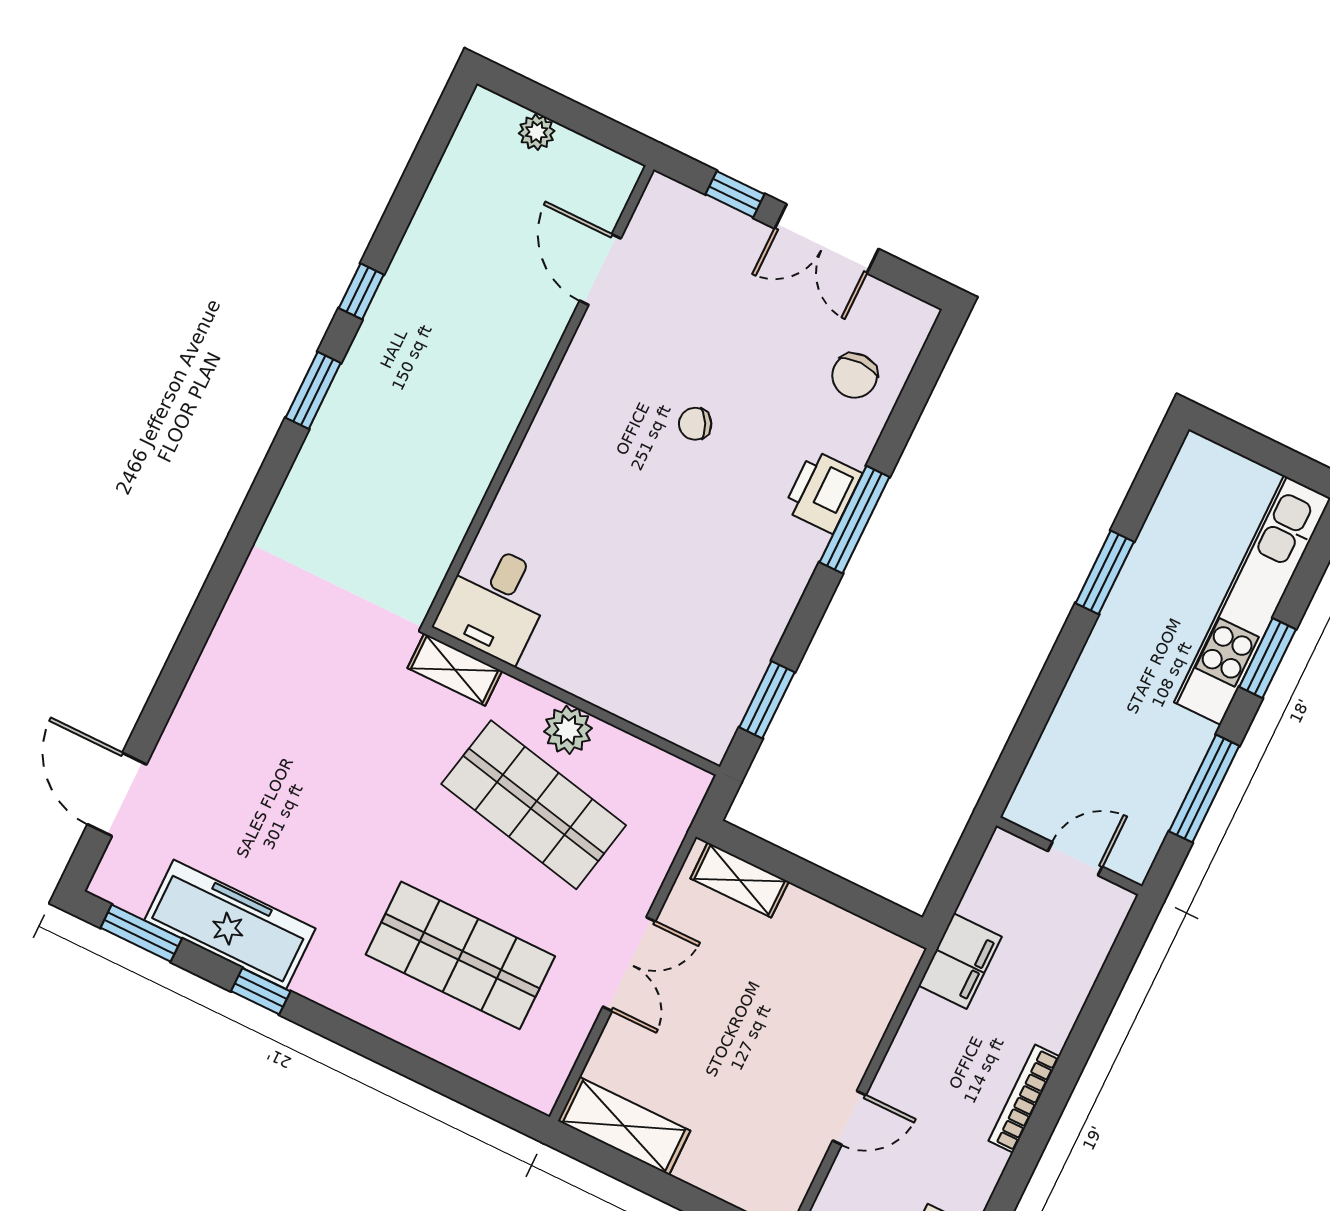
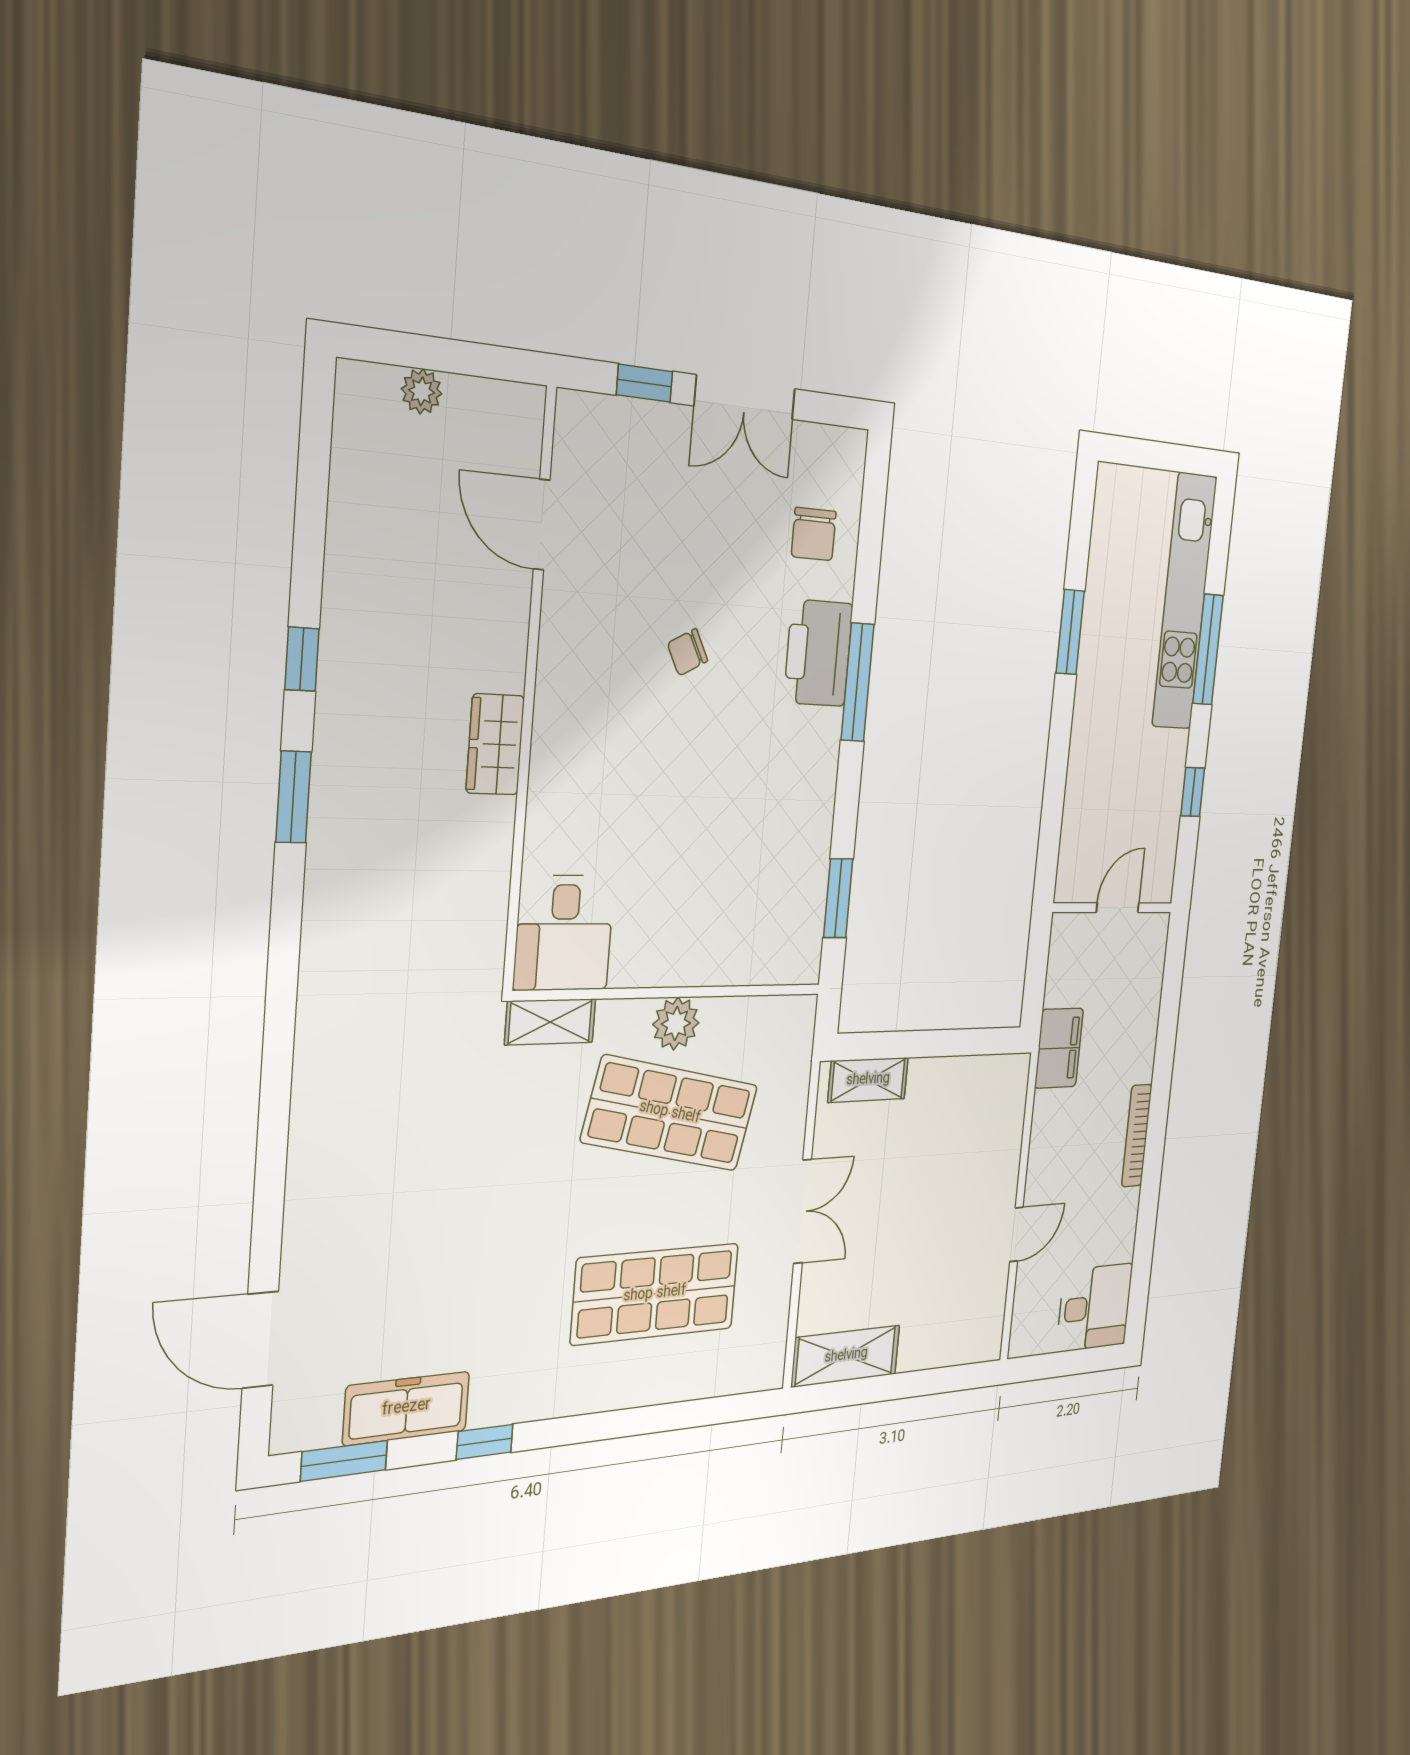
wardrobe: (494, 424) -> (495, 744), added
printer: (823, 492) -> (818, 653), width x1.37, depth x1.19
window: (1268, 658) -> (1208, 649), width x1.44
window: (1204, 789) -> (1193, 792), width x0.46
freezer: (230, 924) -> (406, 1408), width x0.73, depth x0.79

